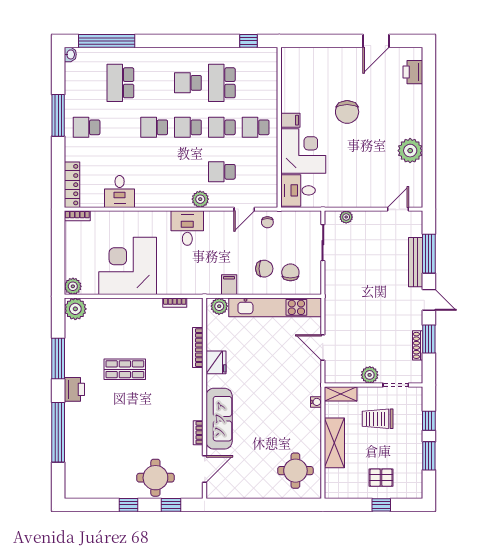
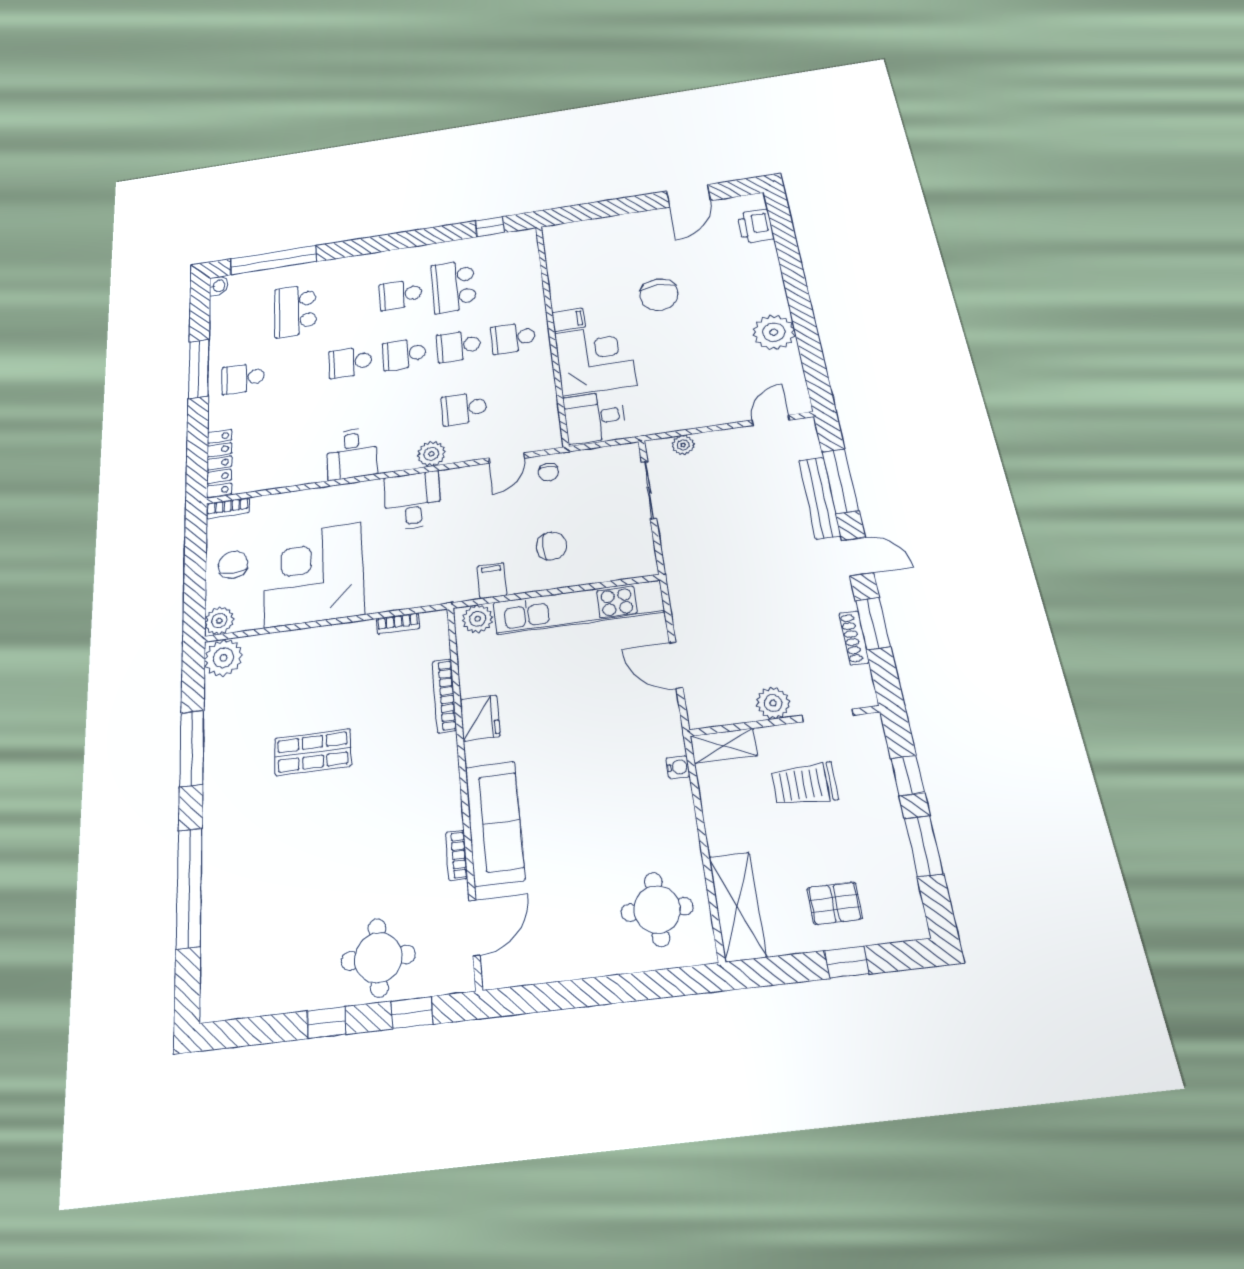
desk: (120, 191) -> (352, 454), moved
chair: (290, 272) -> (233, 565), moved
printer: (74, 389) -> (221, 801), removed
shelving: (334, 443) -> (737, 907), moved

